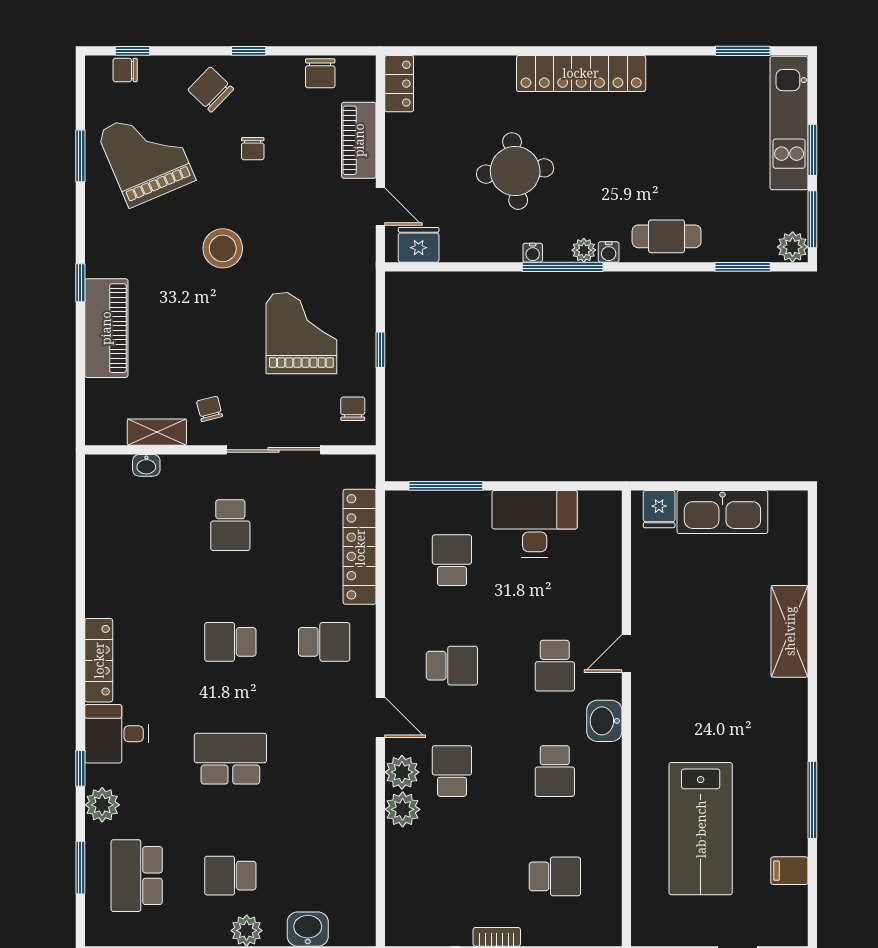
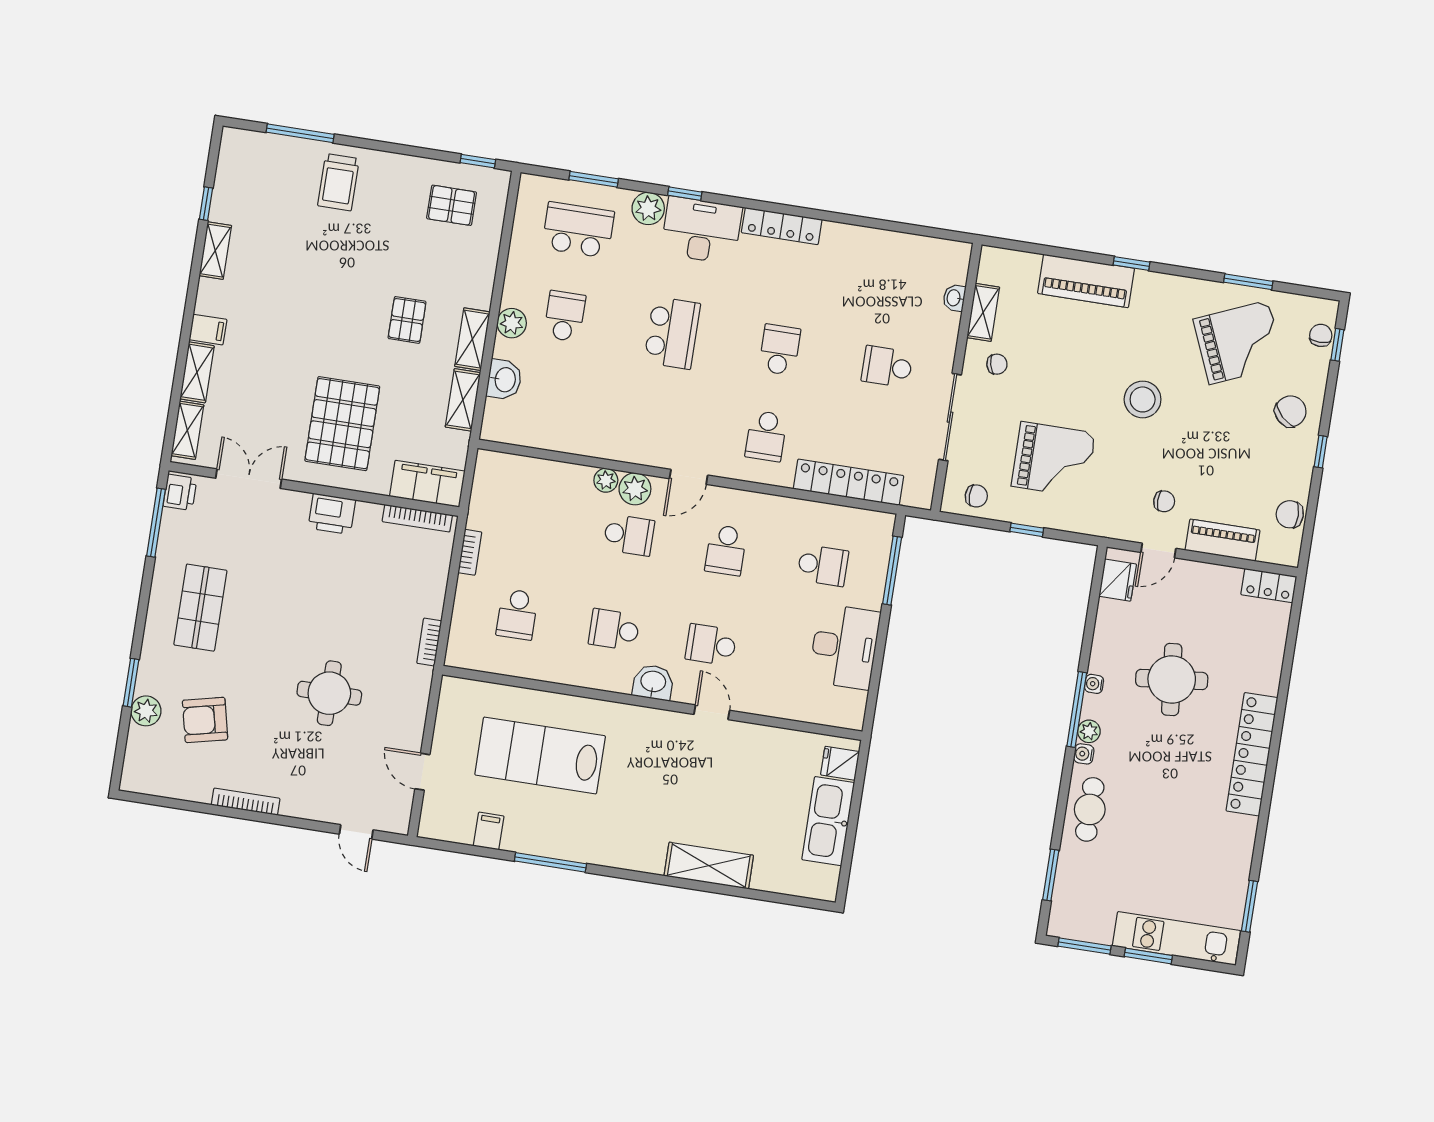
chair: (253, 149) -> (1164, 501), moved, turned 180
plant: (793, 247) -> (1062, 924), removed
desk: (116, 734) -> (701, 230), width x1.37
plant: (403, 809) -> (606, 480), width x0.73, depth x0.73

